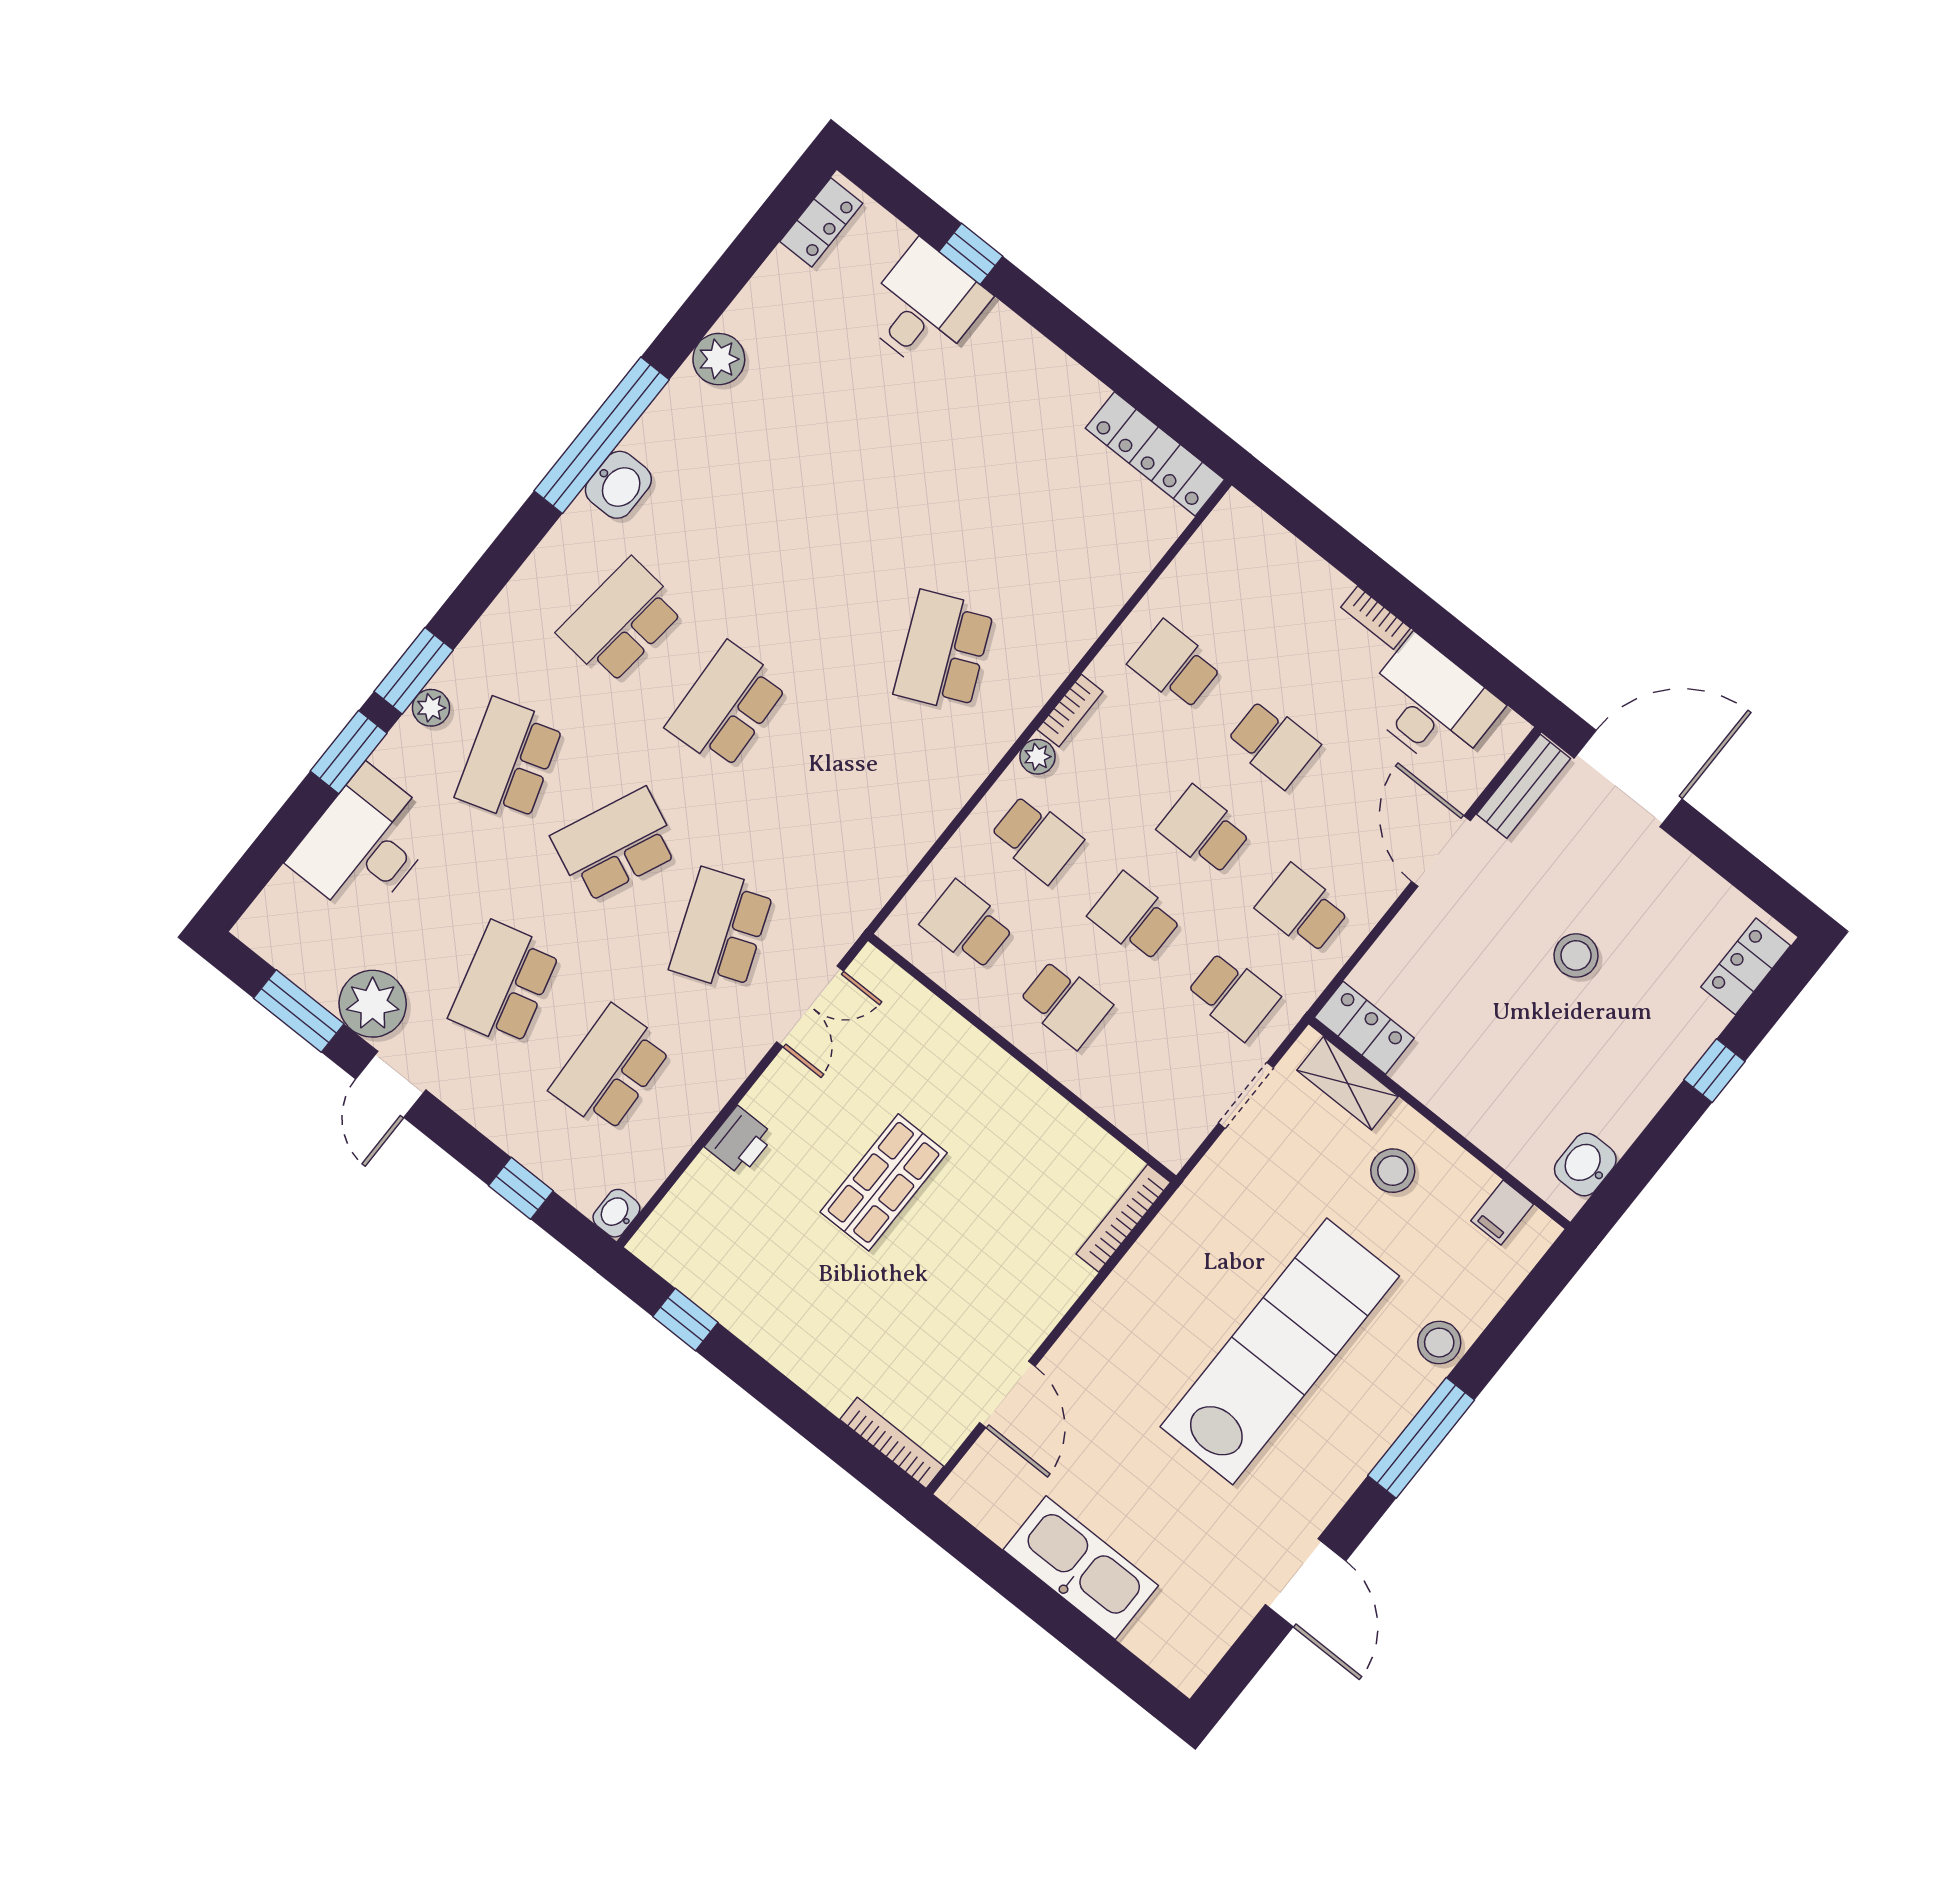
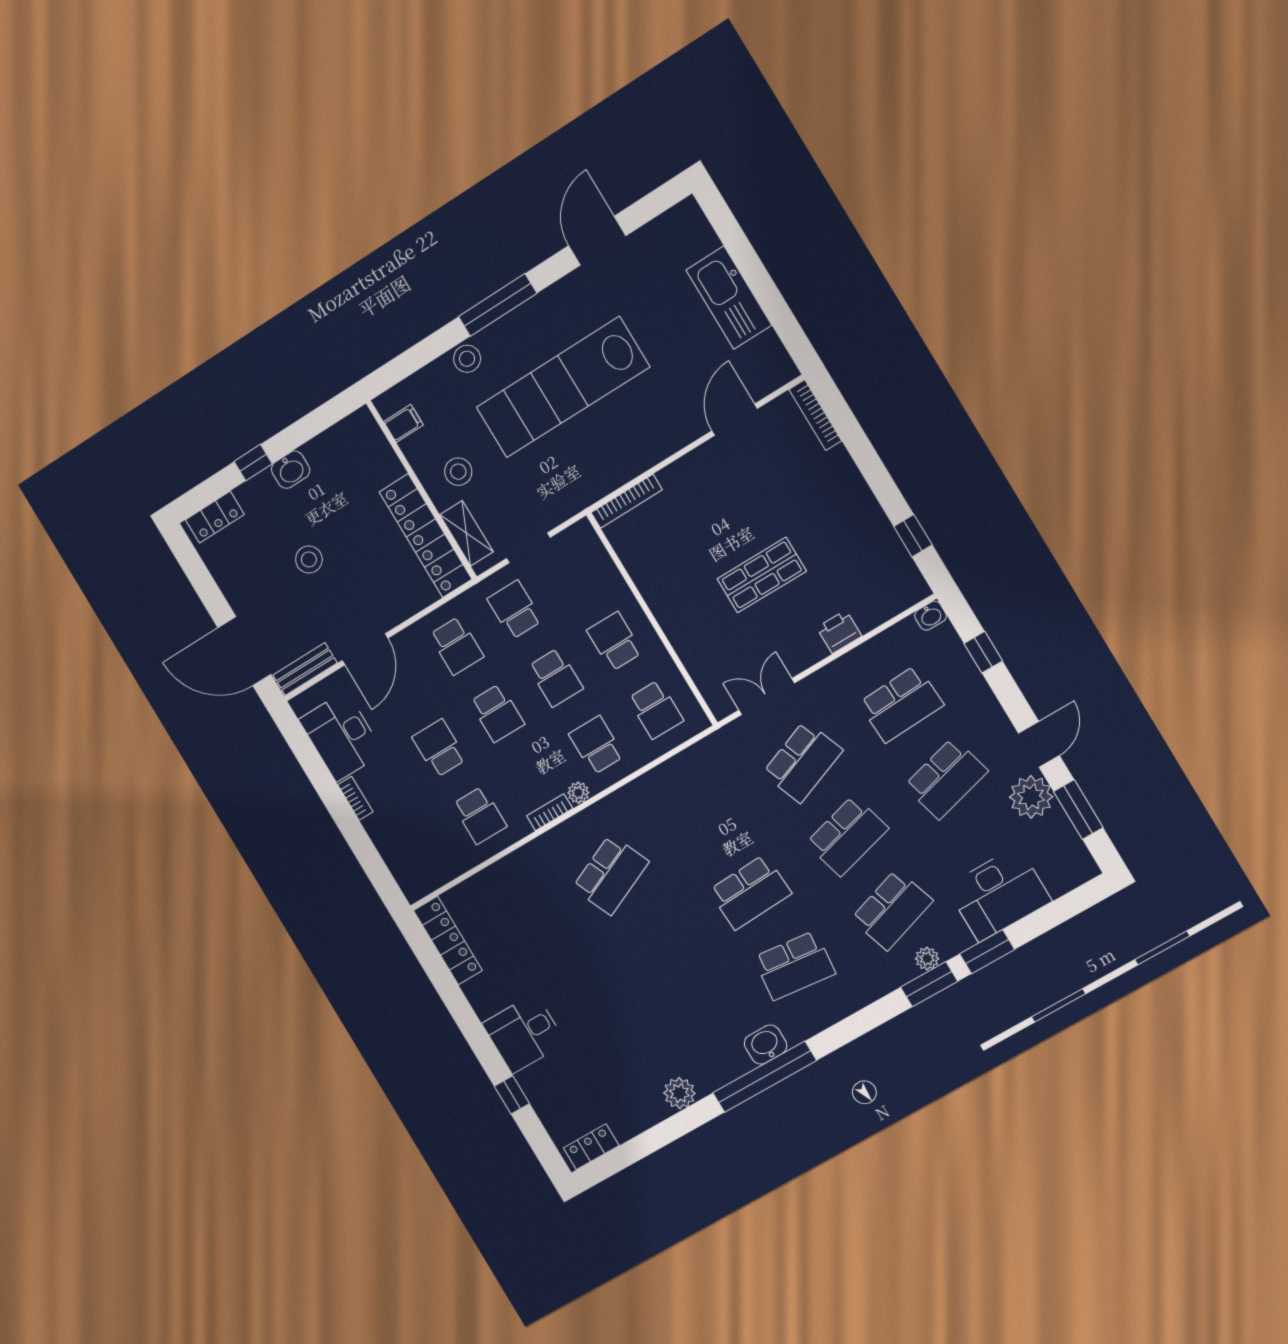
desk: (924, 307) -> (524, 1033), moved
school desk: (615, 845) -> (847, 836), turned -39
locker: (1364, 1028) -> (426, 536), width x2.16, depth x1.21
washbasin: (1585, 1165) -> (291, 470), moved

